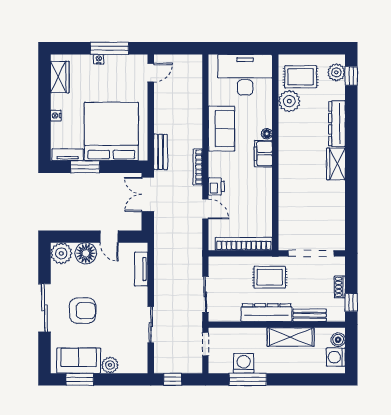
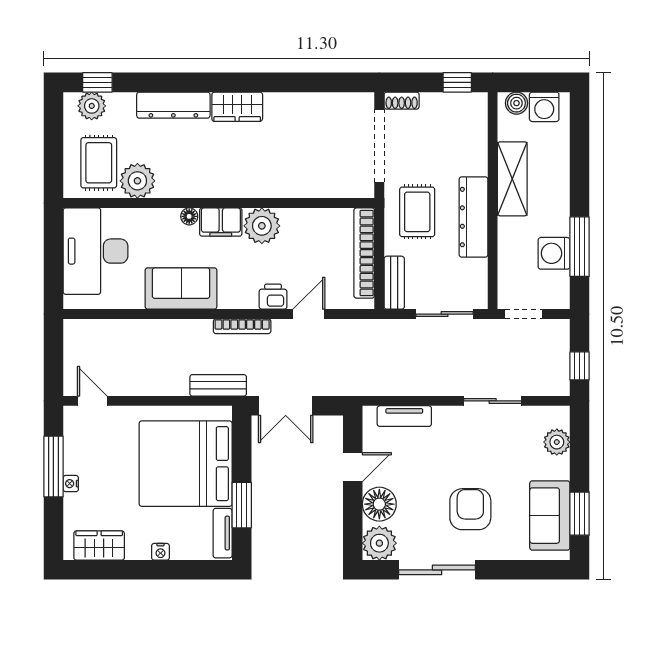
plant: (261, 179) -> (262, 226), added
shoe rack: (340, 287) -> (402, 101), moved
sliding door: (44, 308) -> (437, 570), moved
bench: (310, 315) -> (394, 283), moved
plant: (110, 365) -> (557, 442), moved

